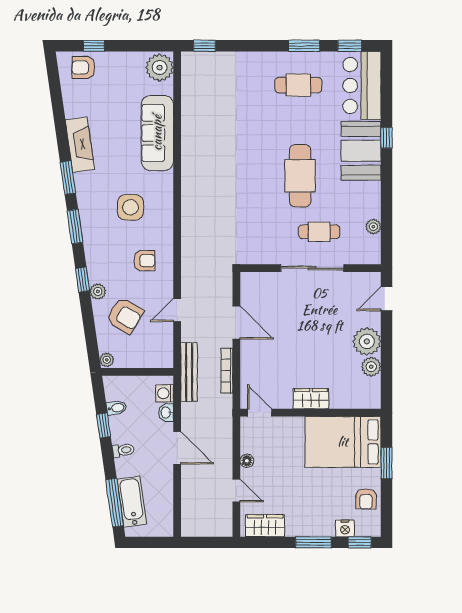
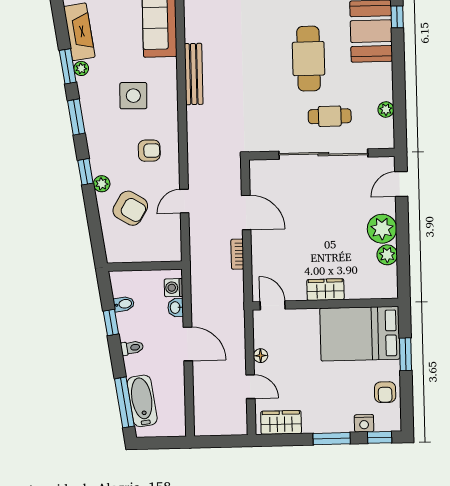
sliding door: (312, 268) -> (323, 154), width x1.36
plant: (107, 360) -> (81, 68), moved
bookcase: (227, 371) -> (237, 254), width x0.64
bench: (189, 372) -> (194, 74), moved

